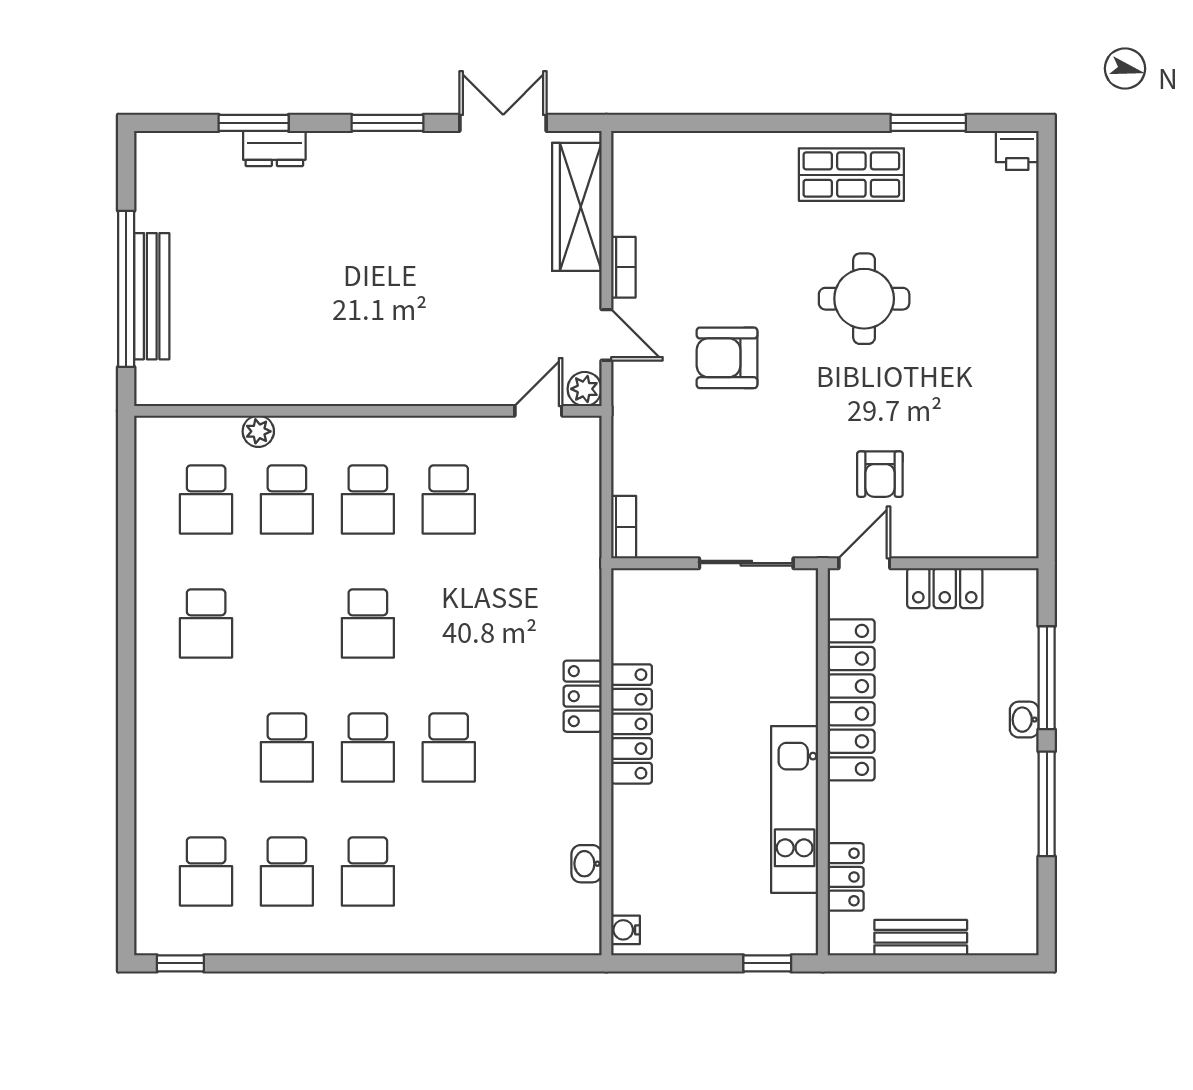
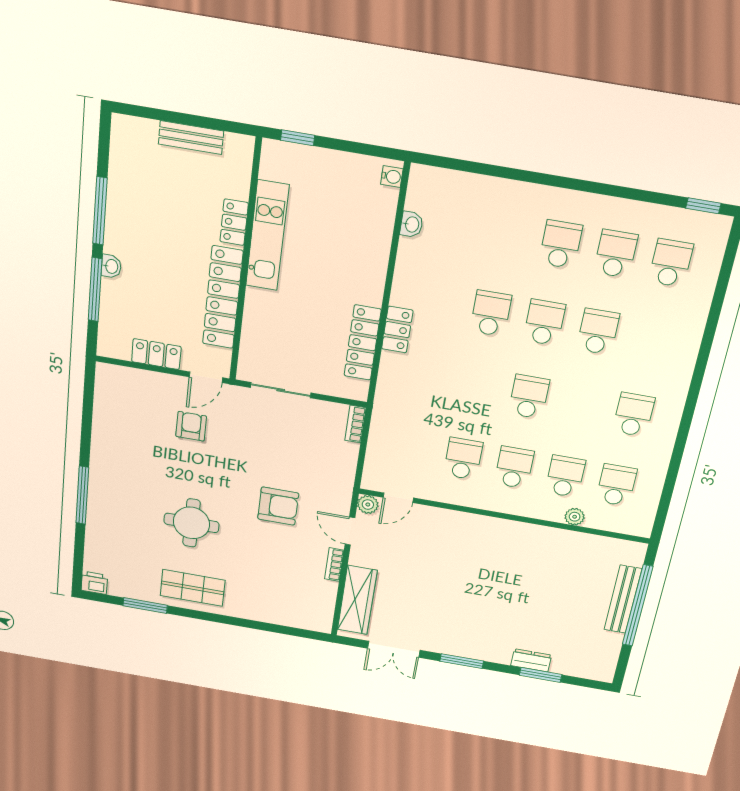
window: (1047, 315) -> (82, 495), added
locker: (632, 724) -> (363, 343), moved
locker: (846, 877) -> (234, 222), moved

